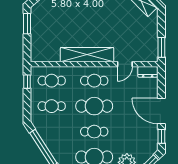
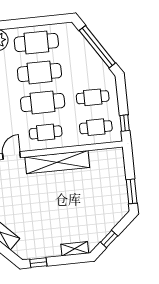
cafe table: (94, 132) -> (39, 72), width x1.37, depth x1.35

